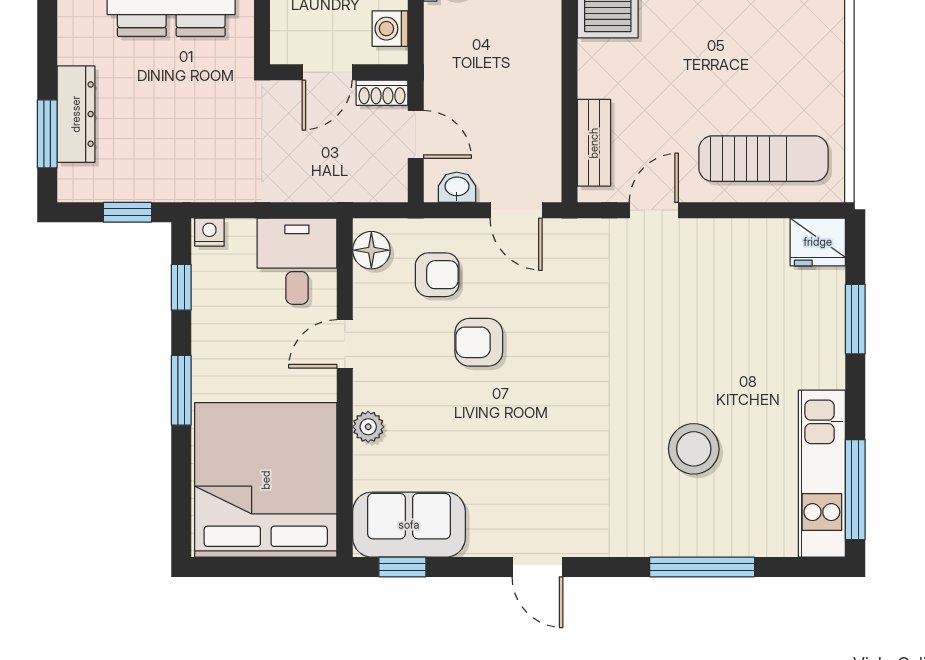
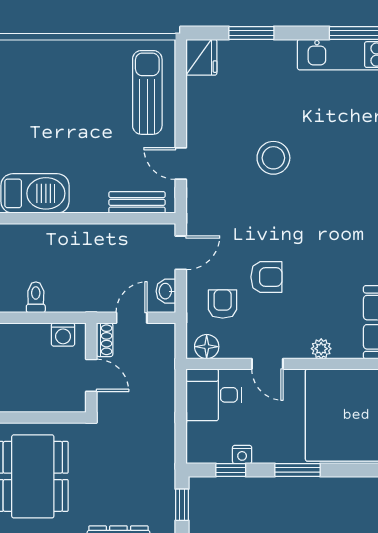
nightstand: (209, 232) -> (242, 454), moved, turned -90
armchair: (479, 342) -> (266, 277), turned -90
stool: (694, 449) -> (273, 158), moved

